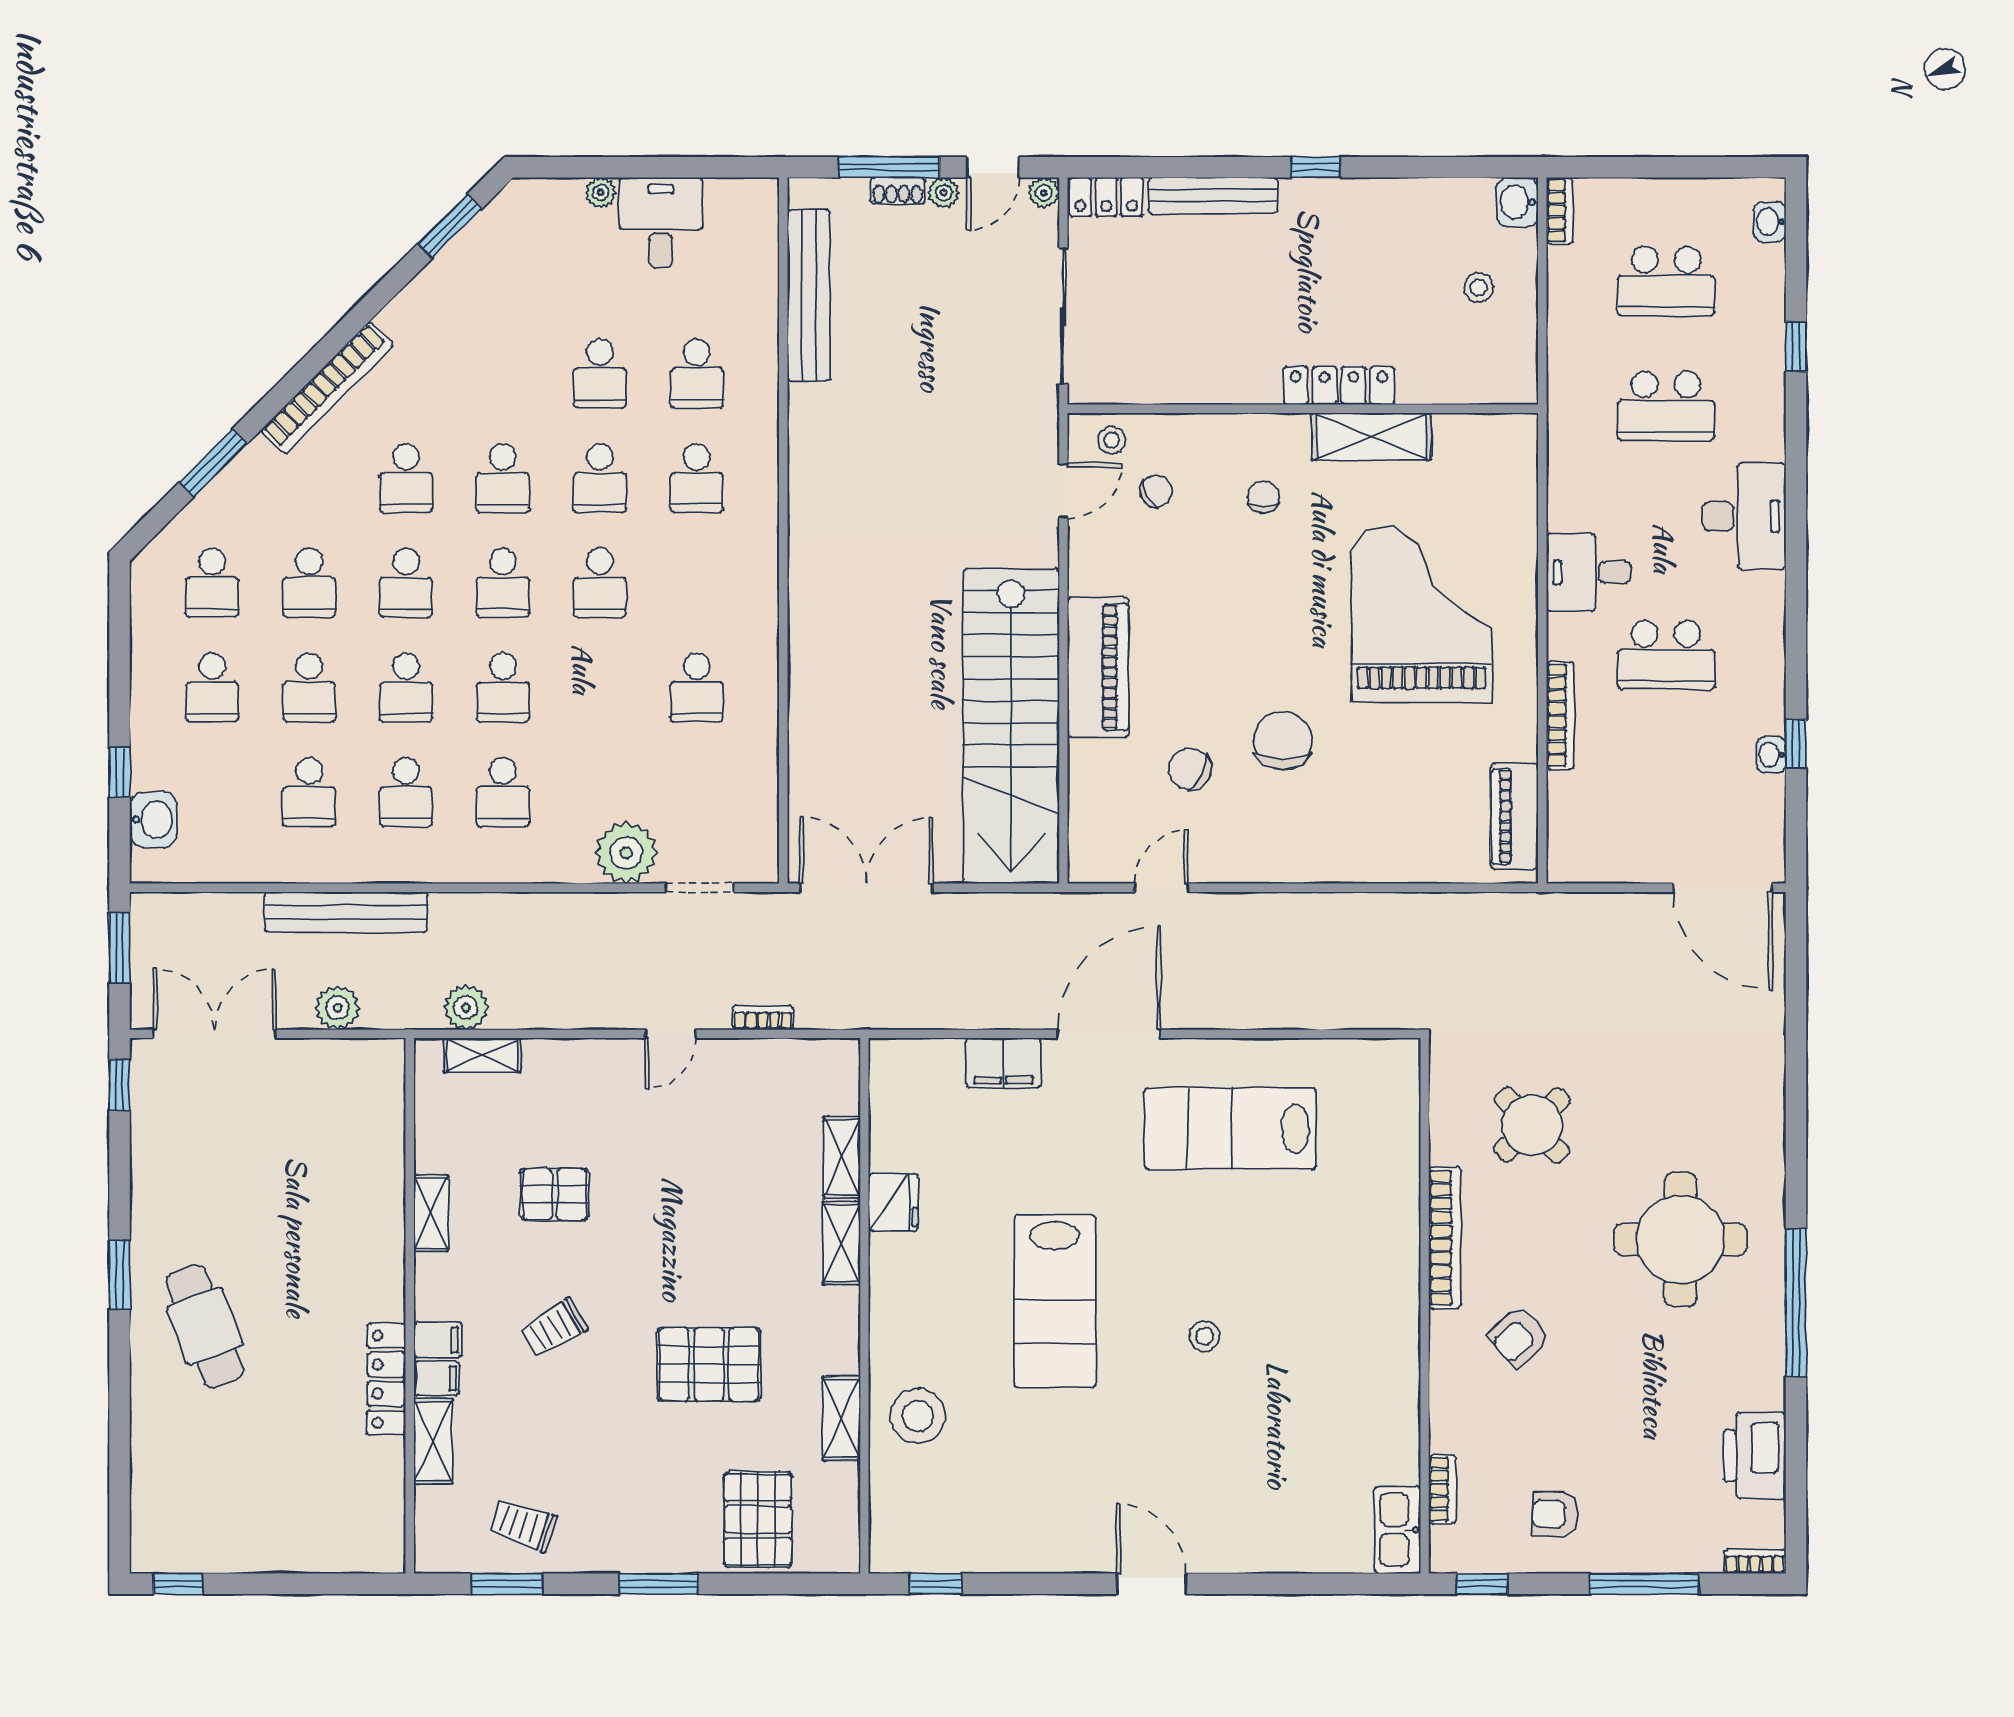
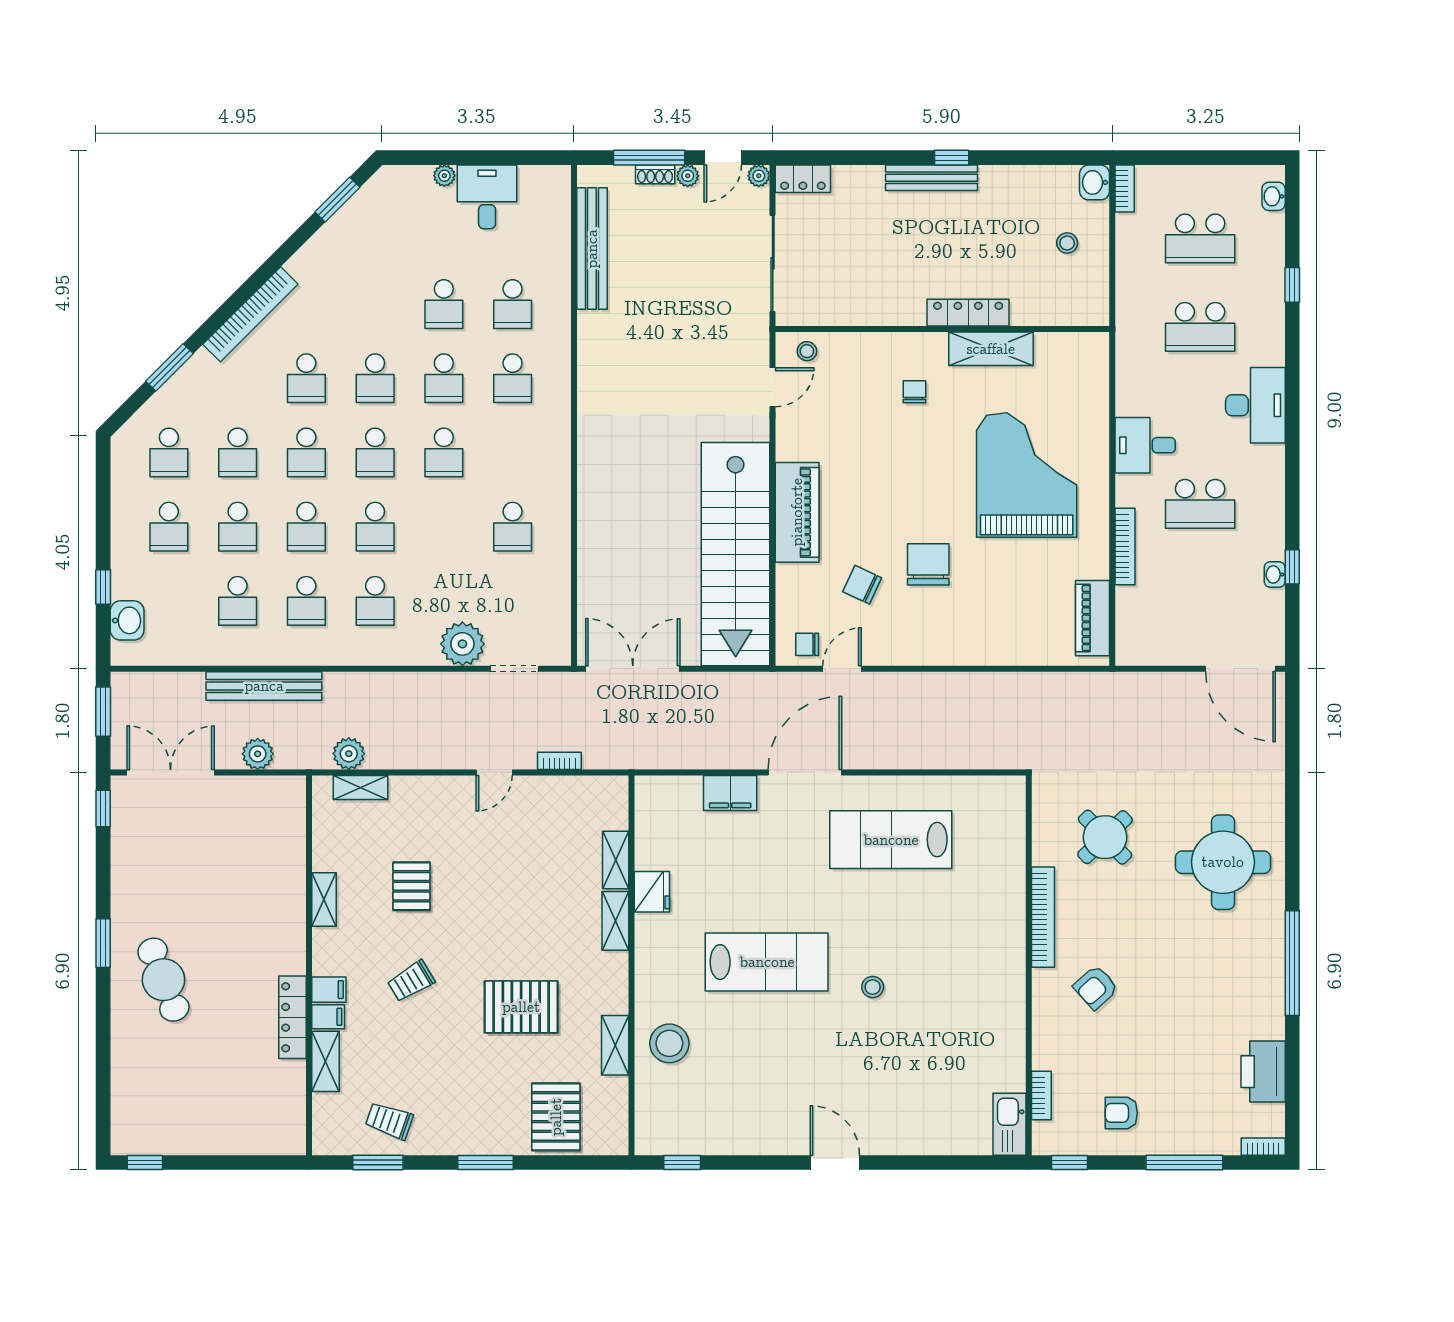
bench: (1213, 195) -> (931, 178), moved
chair: (1156, 491) -> (807, 644), moved, turned -152
pallet: (554, 1194) -> (411, 886), turned 90
round table: (1680, 1240) -> (1223, 862), moved
lab bench: (1055, 1301) -> (767, 962), turned -90

